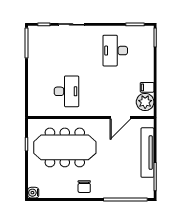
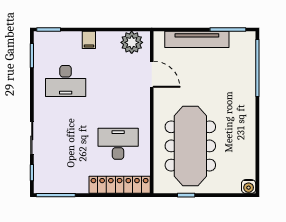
filing cabinet: (147, 87) -> (89, 40), moved
locker: (35, 93) -> (120, 185), added
chair: (84, 187) -> (241, 121), removed

